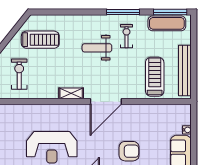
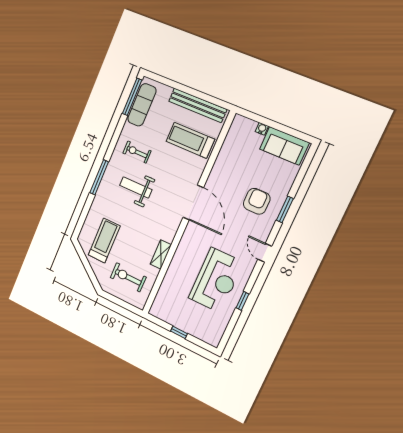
window: (123, 12) -> (99, 177), moved
weight bench: (97, 48) -> (136, 187), turned 90
shelving: (71, 93) -> (161, 254), moved

